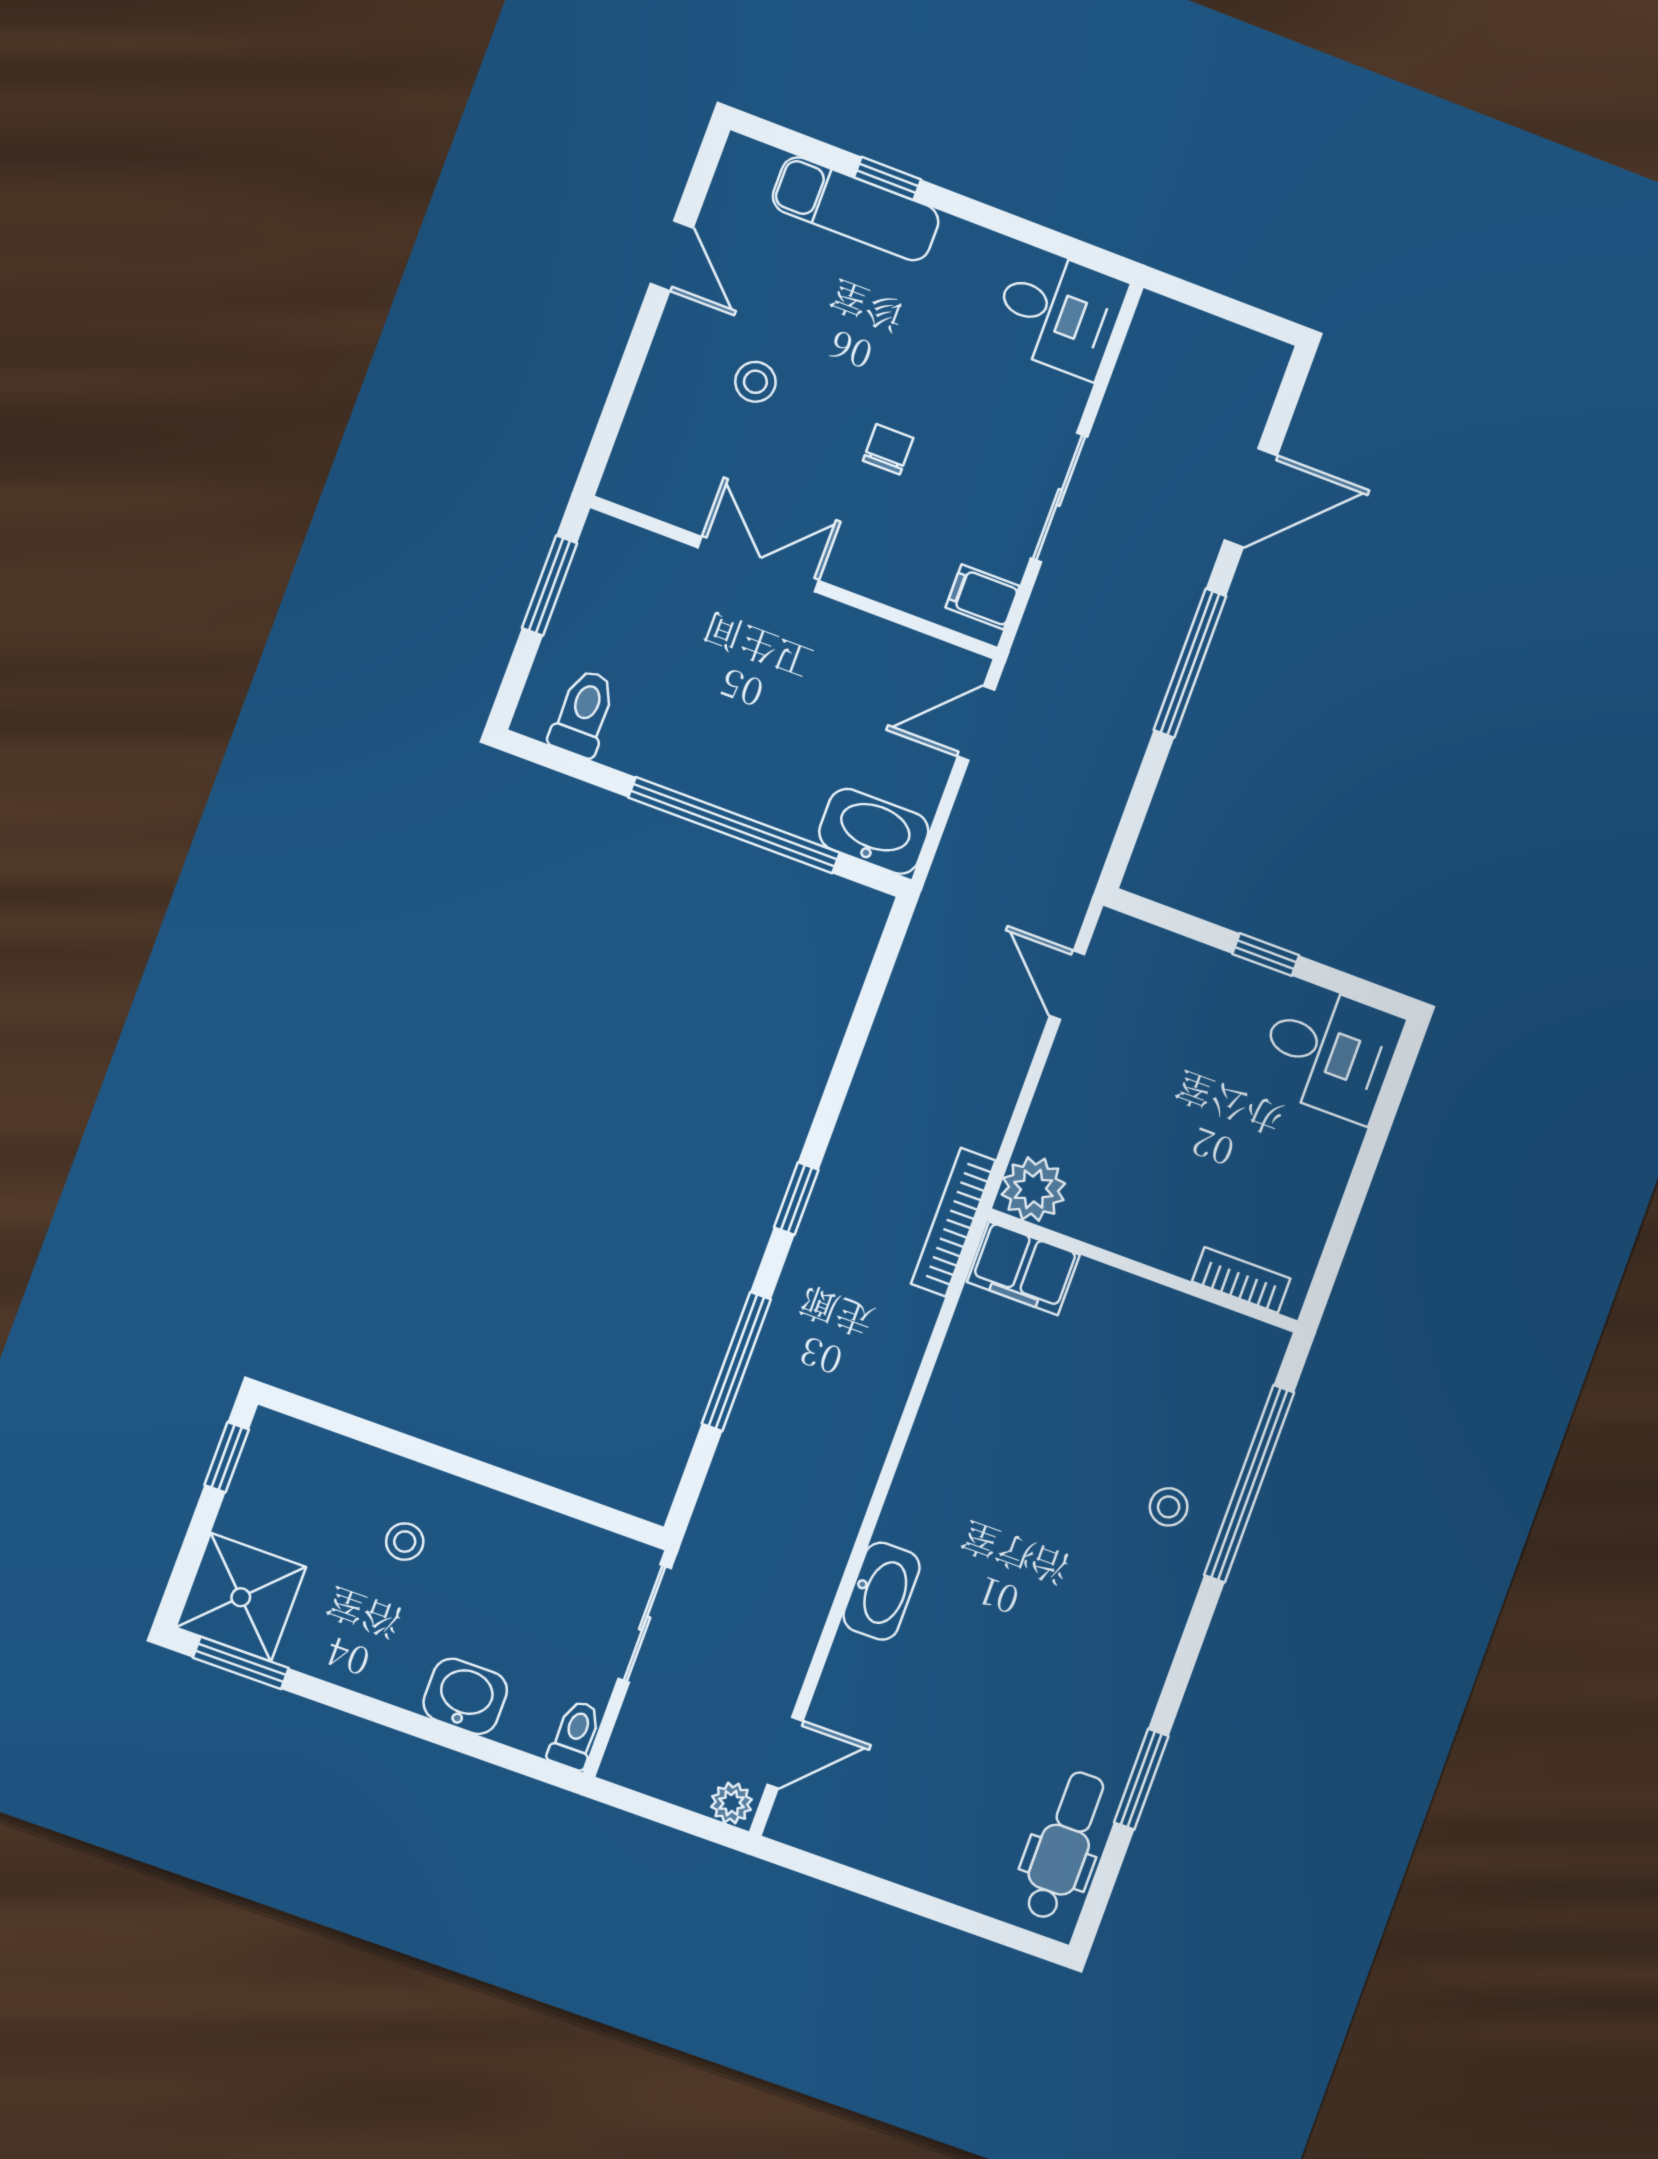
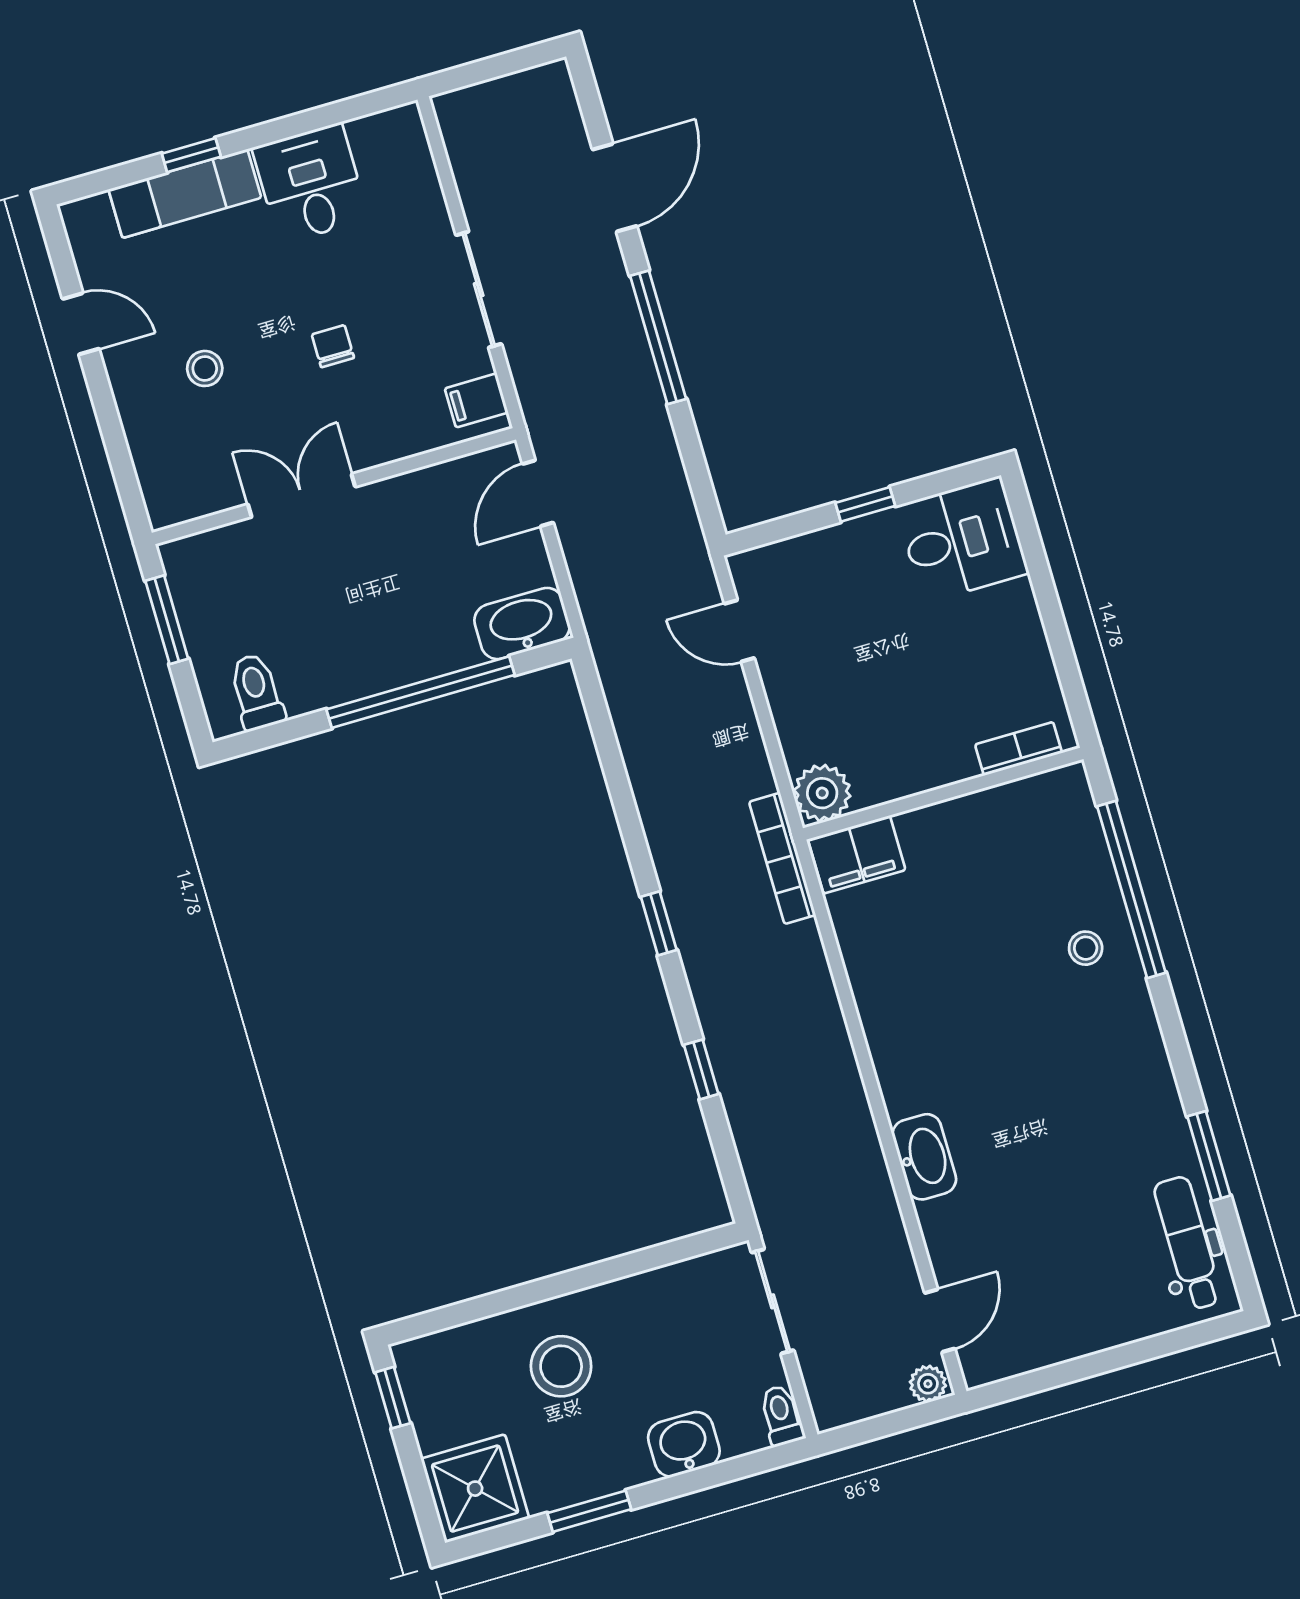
desk: (1059, 313) -> (310, 183), moved, turned -90
window: (736, 1361) -> (701, 1069), width x0.46
stool: (405, 1542) -> (561, 1366), width x1.89, depth x1.89
window: (241, 1663) -> (589, 1511), moved

